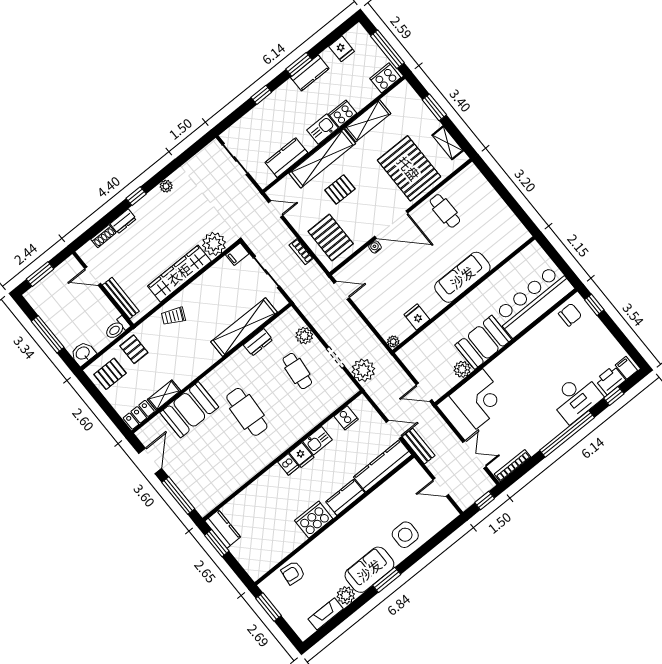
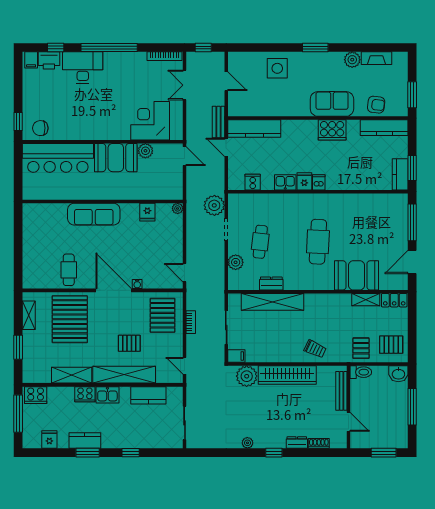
kitchen counter: (345, 497) -> (384, 128), moved, width x1.50
sofa: (369, 570) -> (332, 104), moved, turned 180

